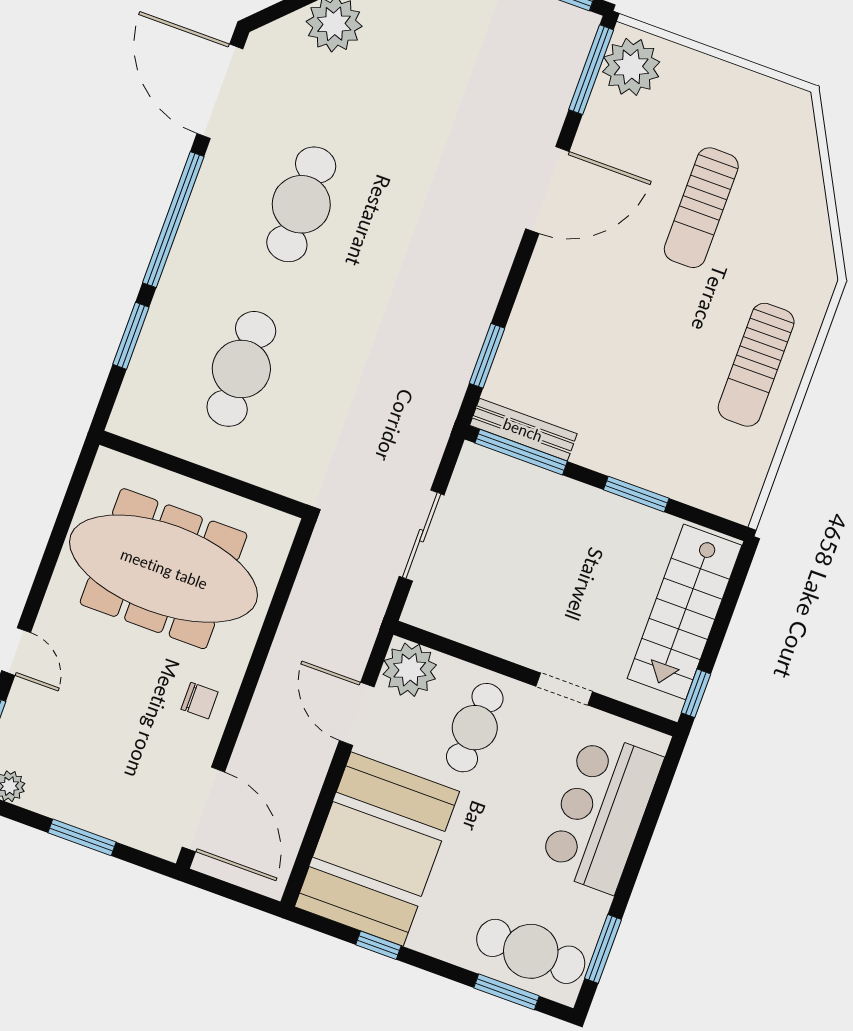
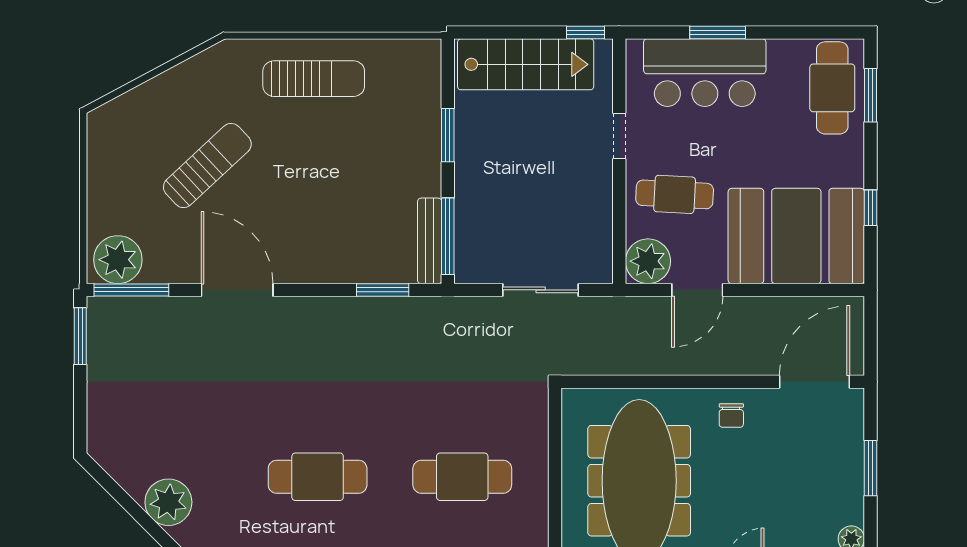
sun lounger: (701, 208) -> (207, 166), turned -43
chair: (200, 701) -> (731, 415), turned 180
window: (603, 949) -> (718, 33), moved

